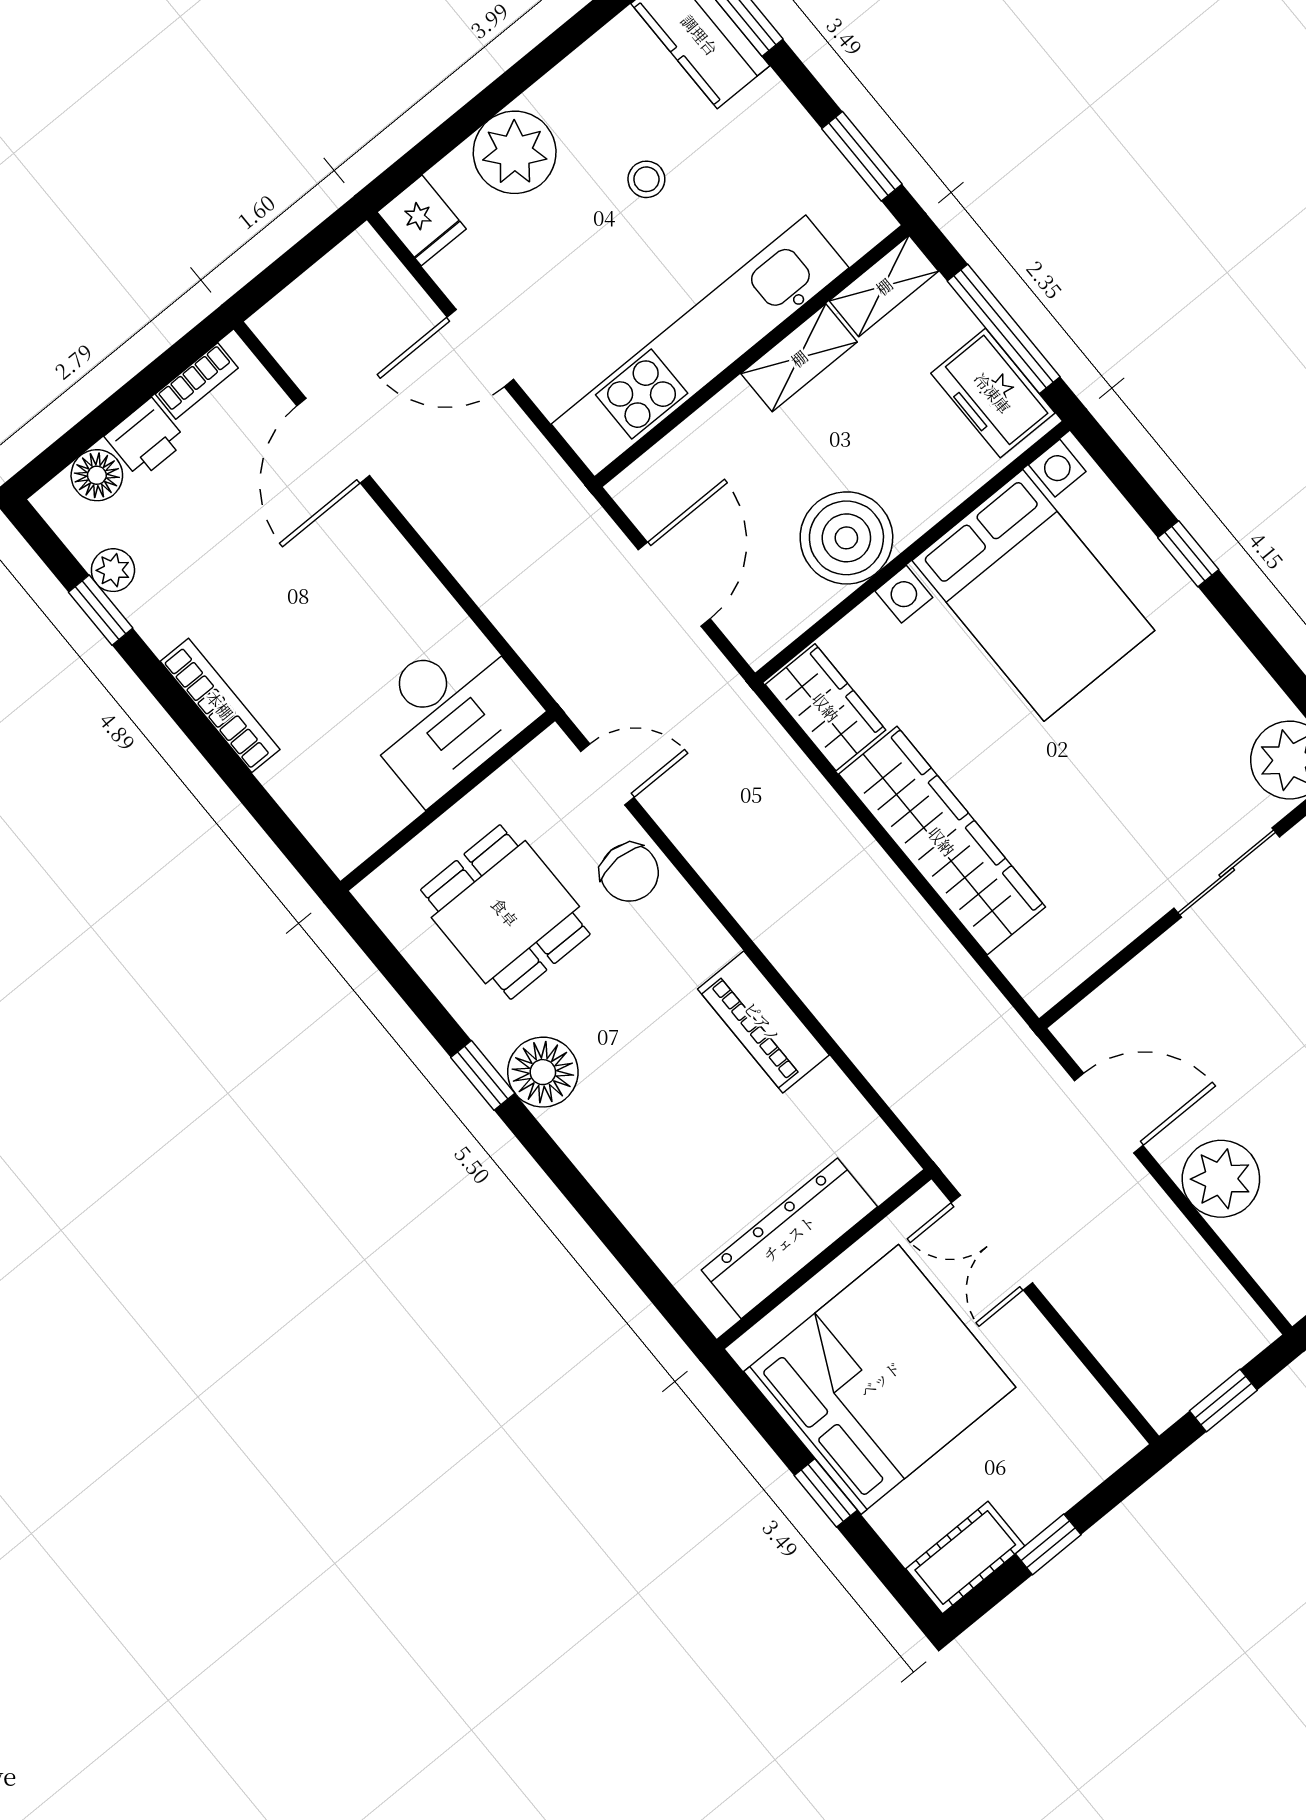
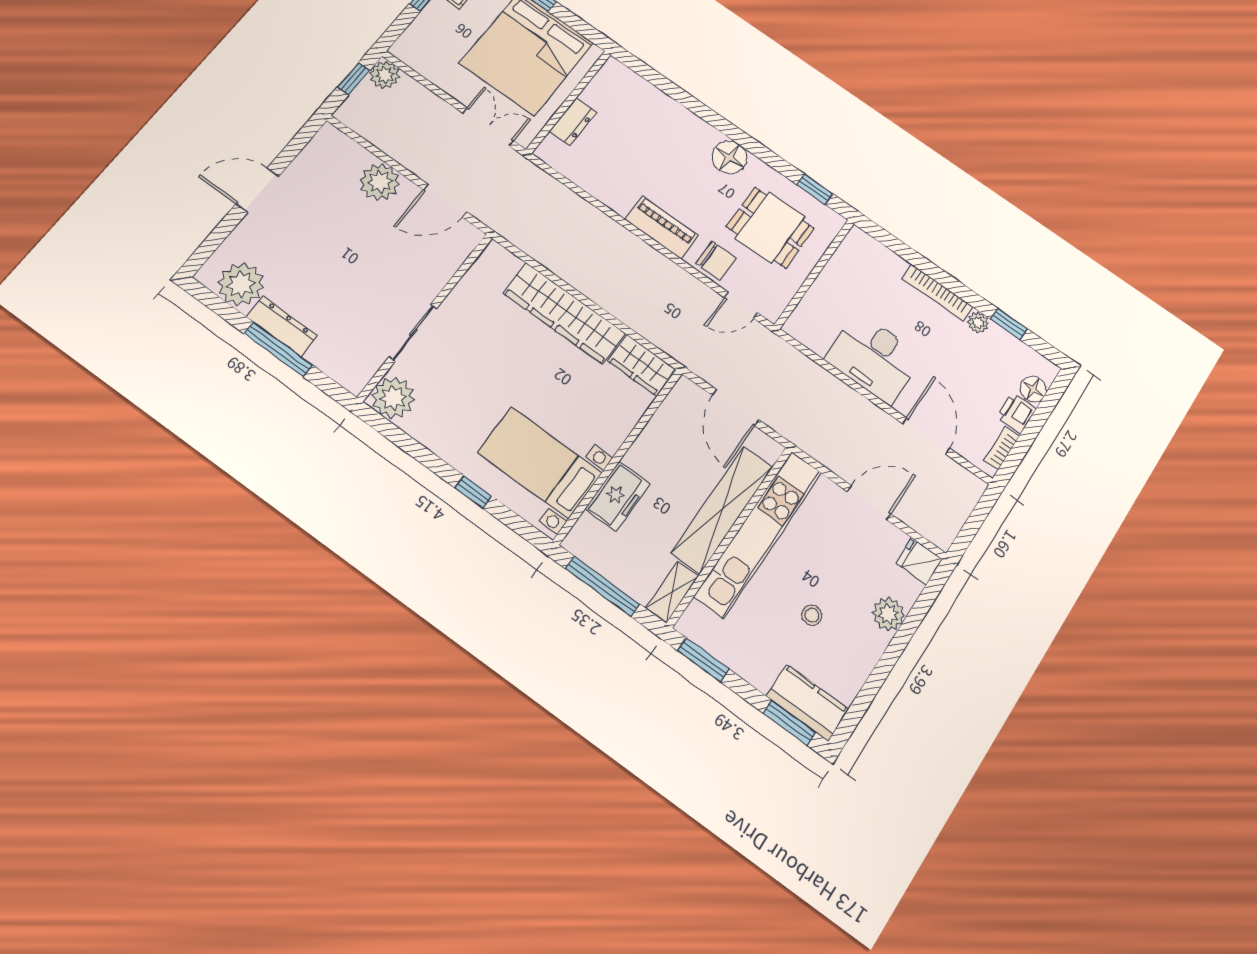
plant: (515, 152) -> (888, 614), width x0.73, depth x0.73
shelving: (799, 358) -> (722, 510), width x2.20, depth x1.33
freezer: (993, 393) -> (618, 496), moved, turned 90
boiler: (846, 538) -> (655, 454), removed
plant: (113, 570) -> (978, 323), moved
bed with nightstands: (1033, 595) -> (540, 463), width x0.73
desk: (447, 713) -> (874, 358), moved, turned -90
chair: (629, 872) -> (716, 261), turned 180
piano: (763, 1022) -> (662, 228), moved
window: (483, 1075) -> (815, 189), moved
dresser: (789, 1238) -> (573, 122), width x0.51, depth x0.80
plant: (1163, 1395) -> (385, 75), added

